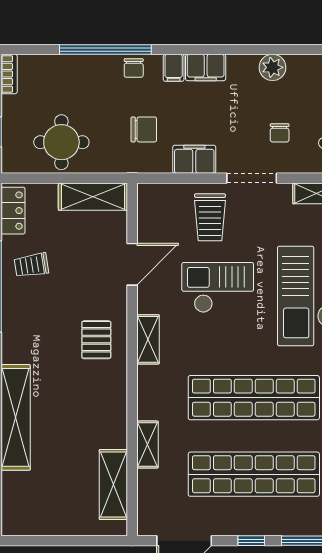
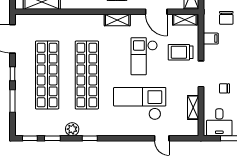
filing cabinet: (194, 159) -> (211, 39), width x0.50
checkout: (218, 287) -> (144, 56), turned 180
shelving: (147, 445) -> (185, 20), moved

